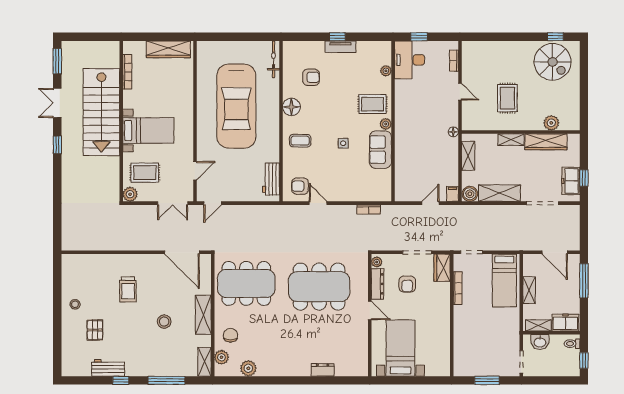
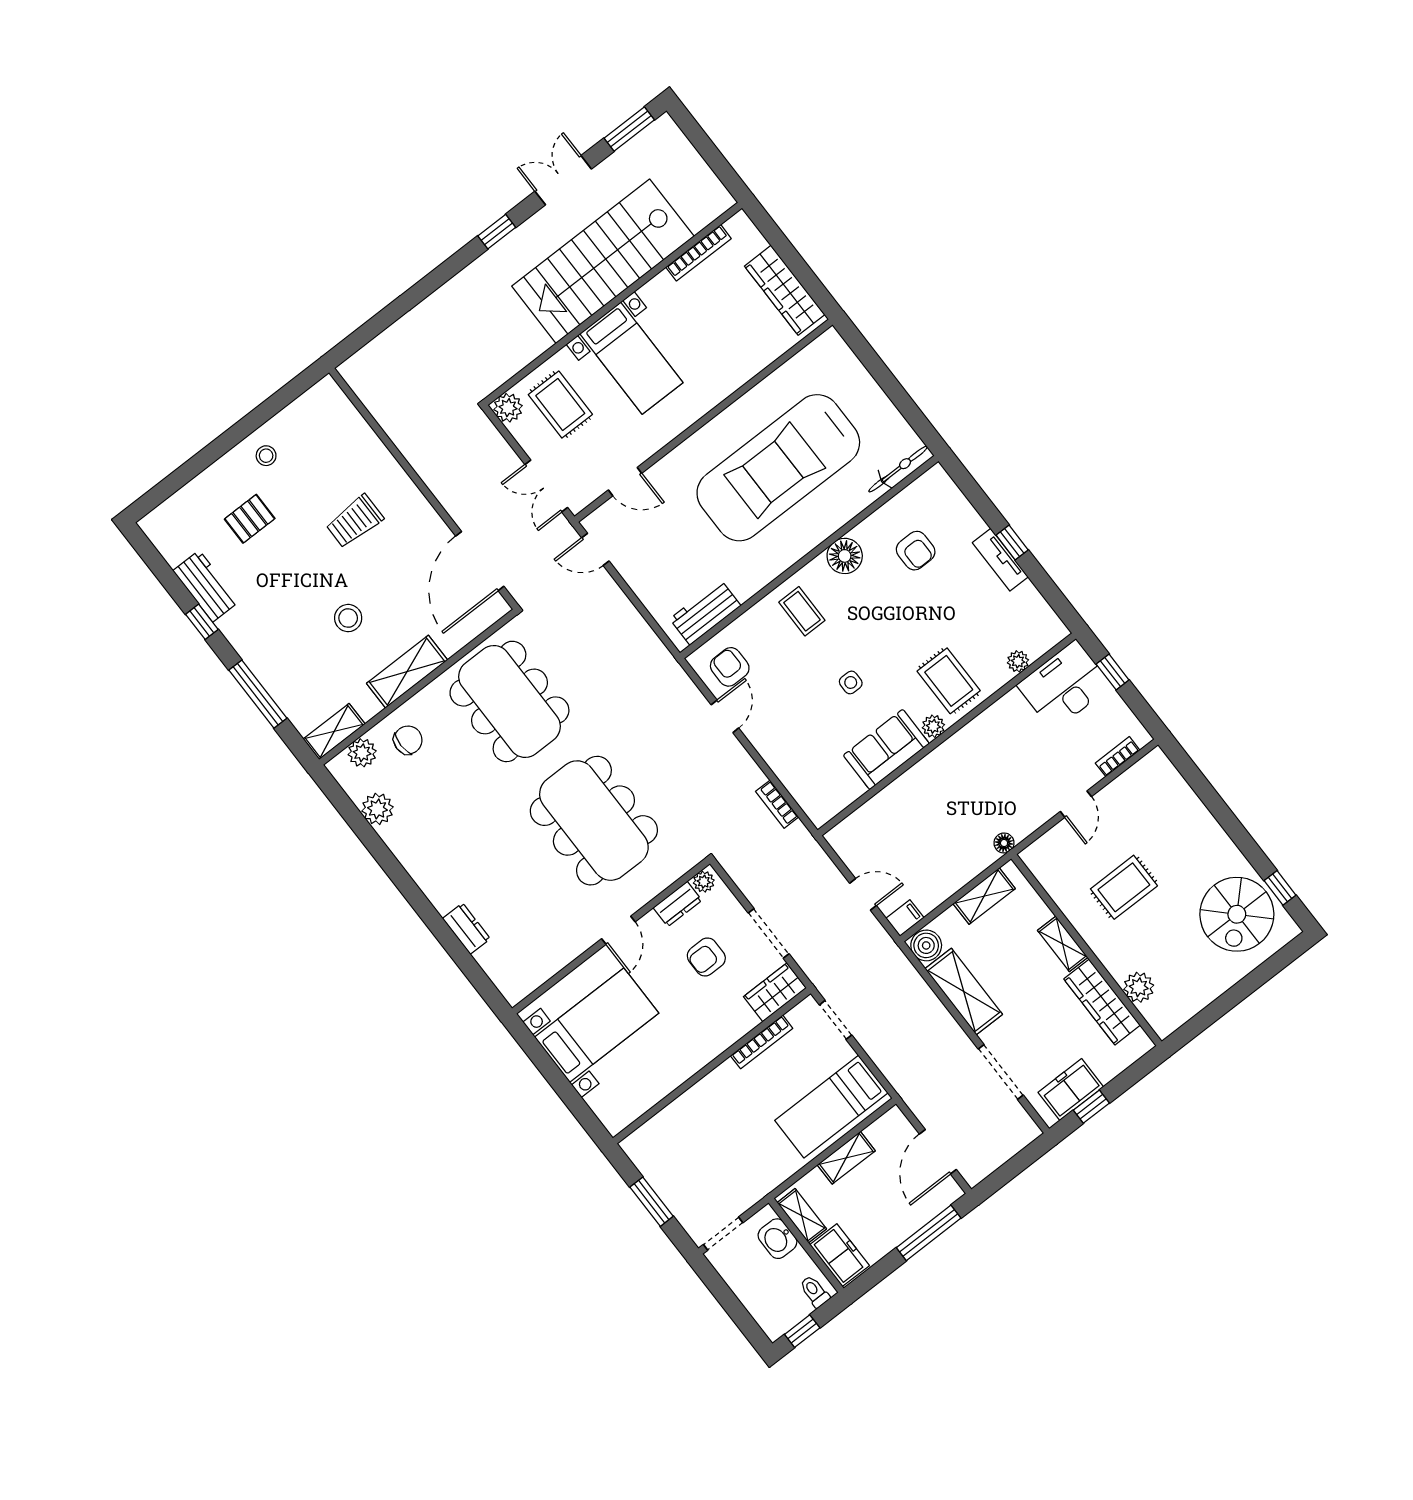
dresser: (377, 284) -> (677, 904), width x0.70

